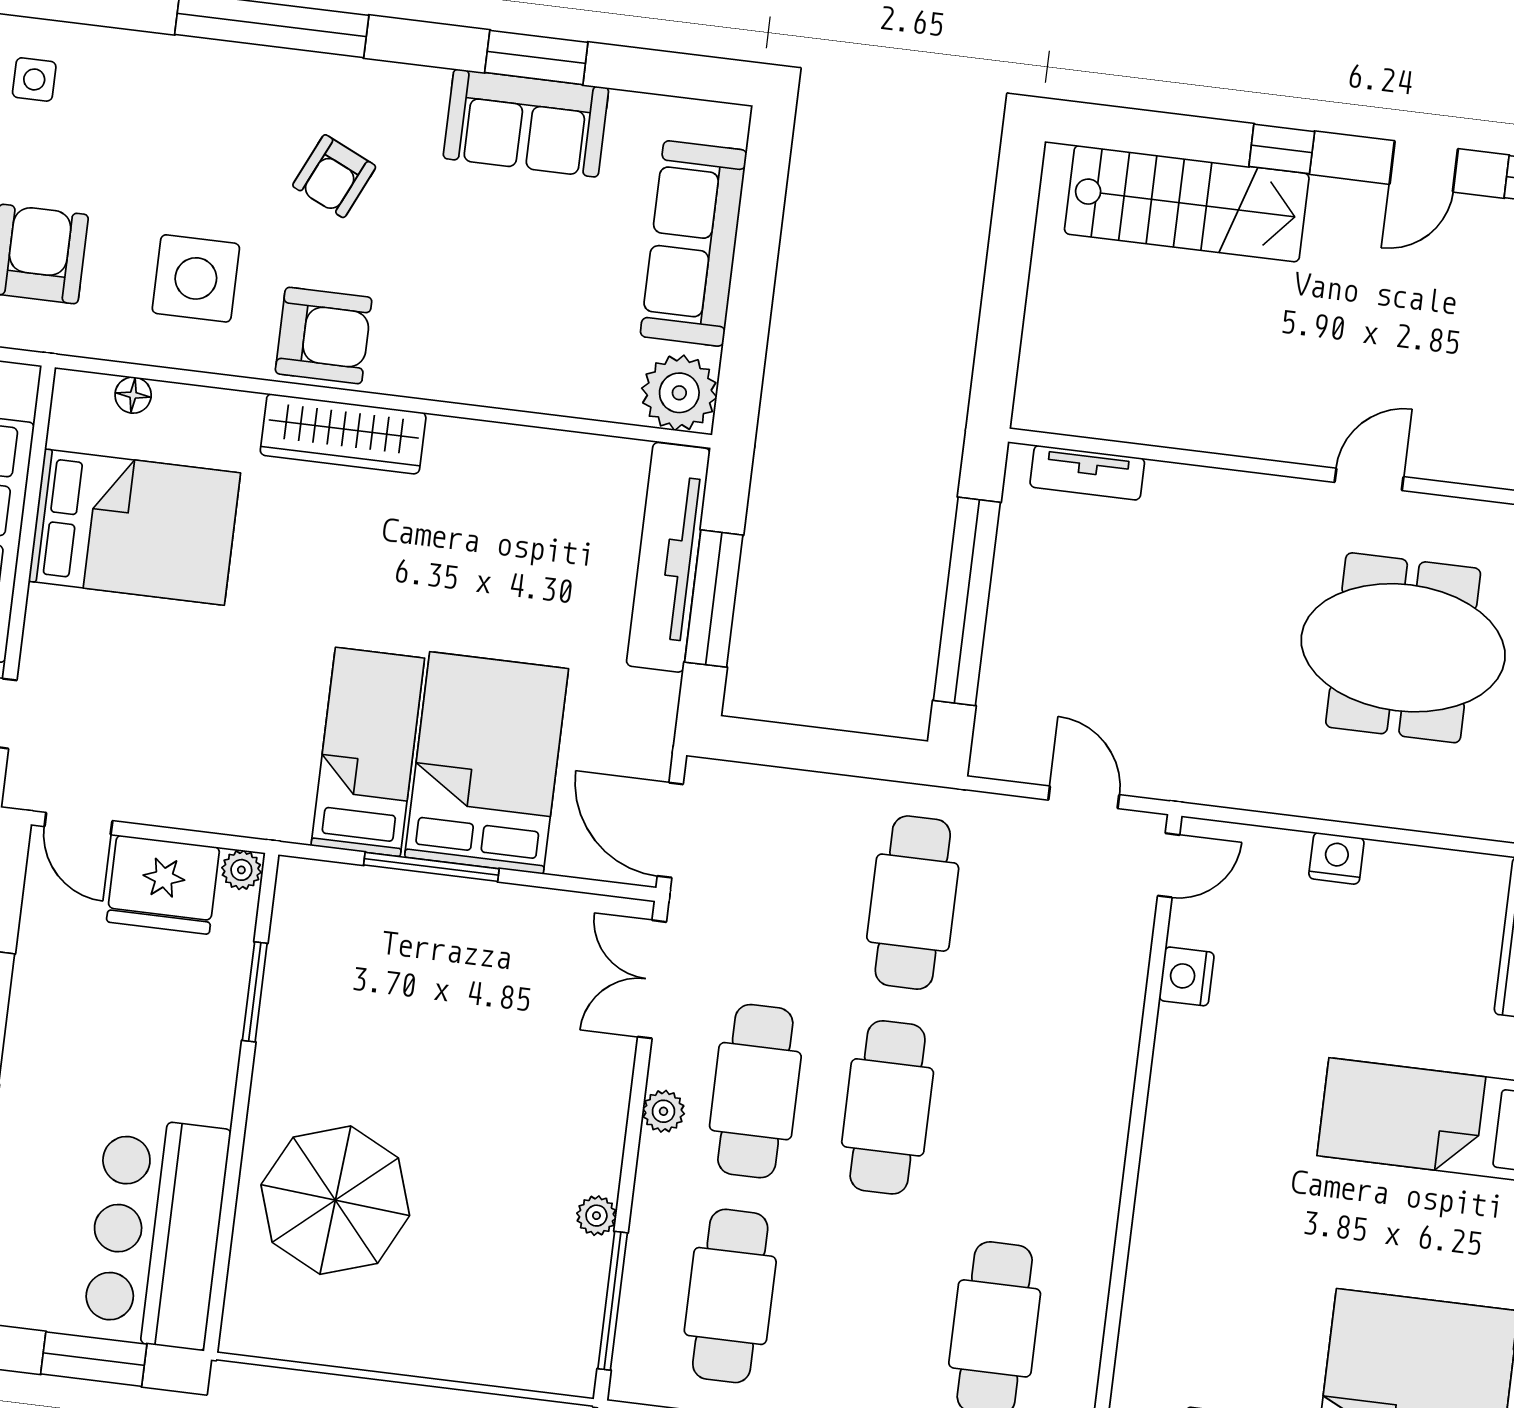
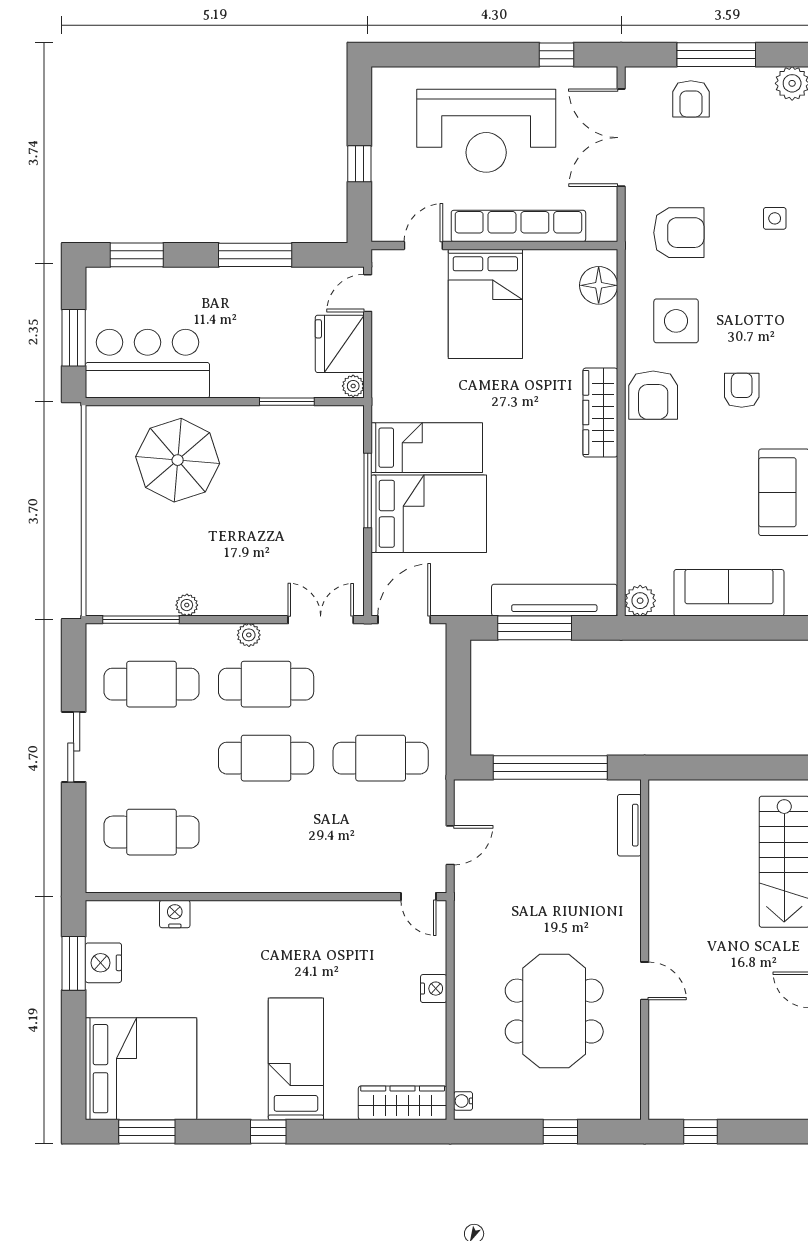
armchair: (334, 176) -> (742, 390), turned 65
plant: (679, 393) -> (640, 601), width x0.73, depth x0.73
floor lamp: (133, 395) -> (599, 285), width x1.89, depth x1.89
bed: (134, 527) -> (485, 304), moved
nightstand: (1187, 976) -> (175, 914), moved

